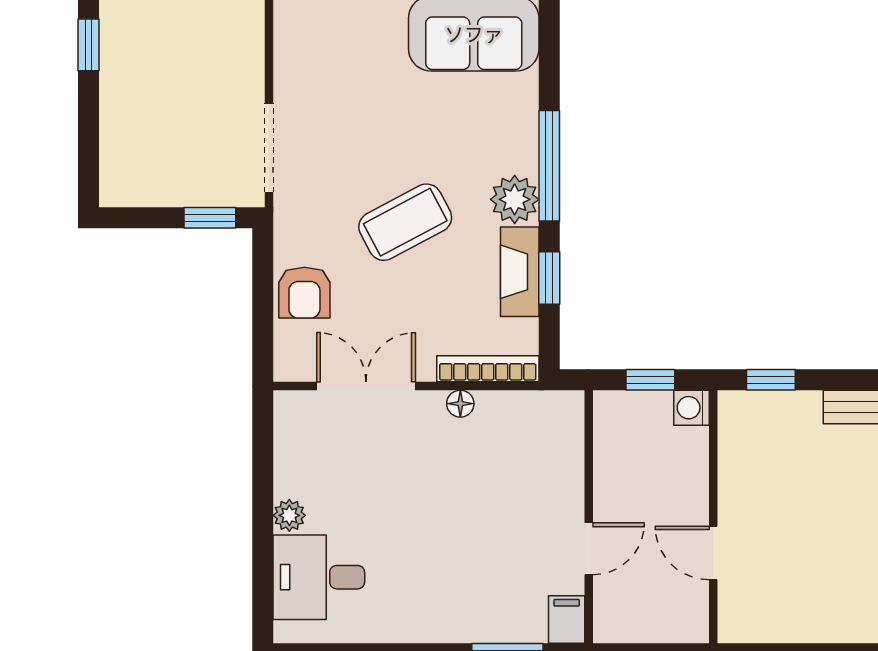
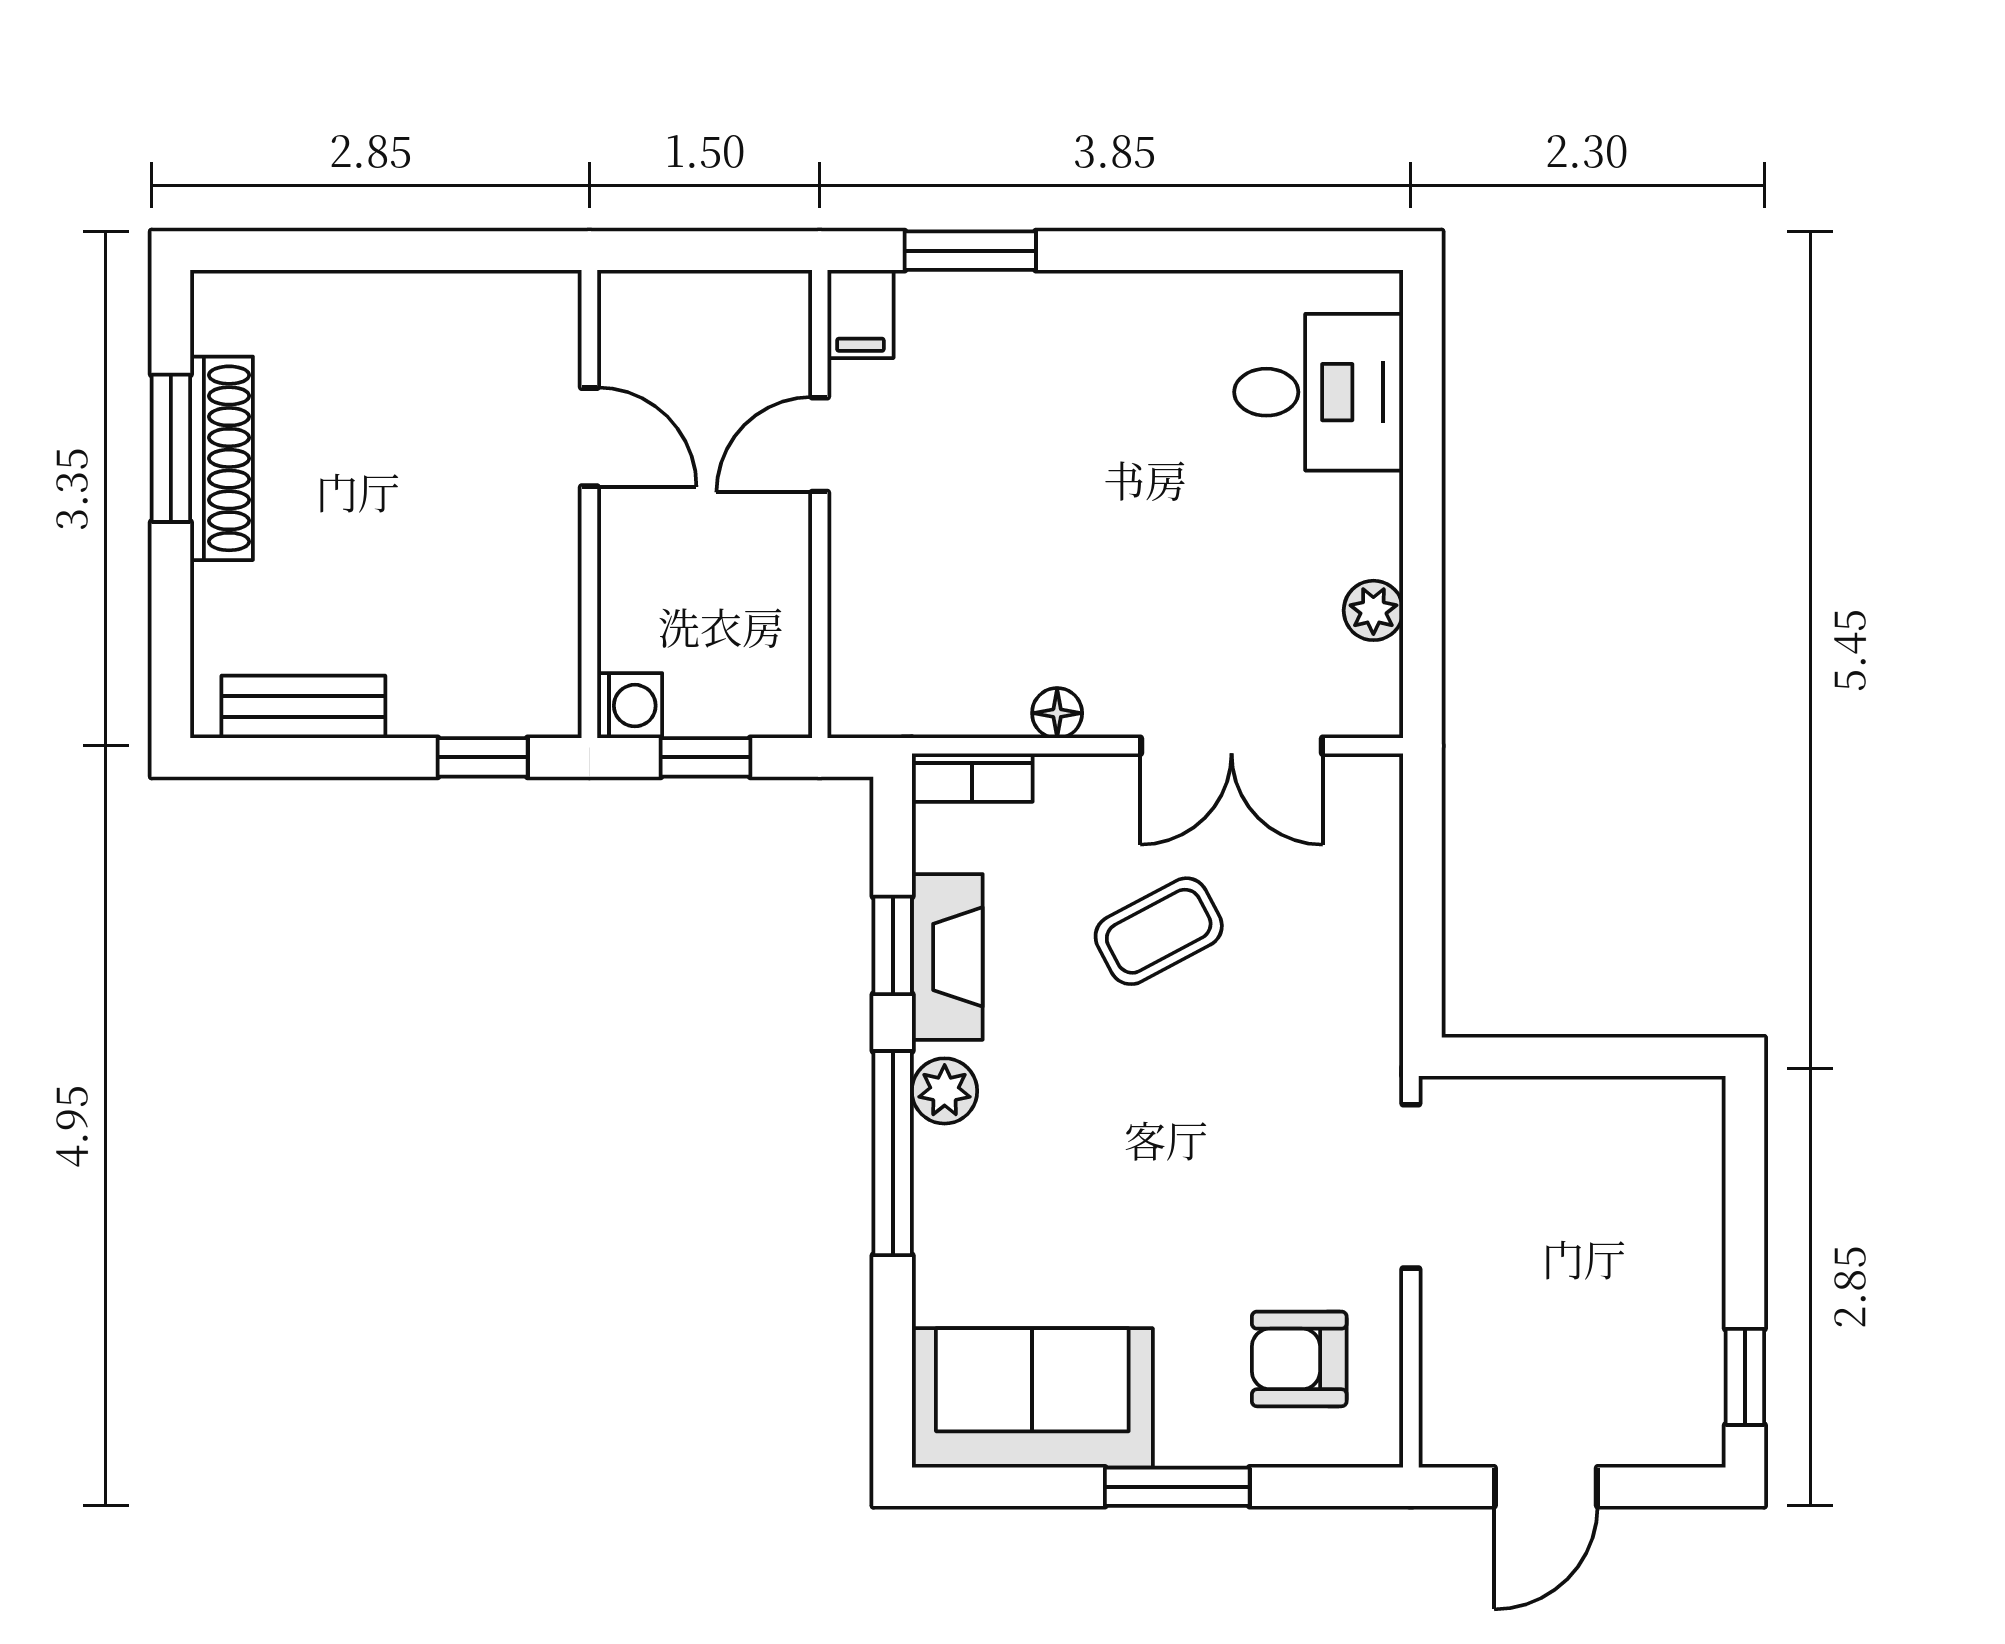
plant: (515, 199) -> (945, 1091), width x0.73, depth x0.73
window: (210, 218) -> (1520, 1057), removed
coffee table: (405, 222) -> (1159, 931), moved, width x0.73, depth x0.77
armchair: (304, 293) -> (1299, 1359), moved, turned -90
bookcase: (488, 369) -> (972, 778), width x0.64
plant: (289, 515) -> (1373, 610), moved

